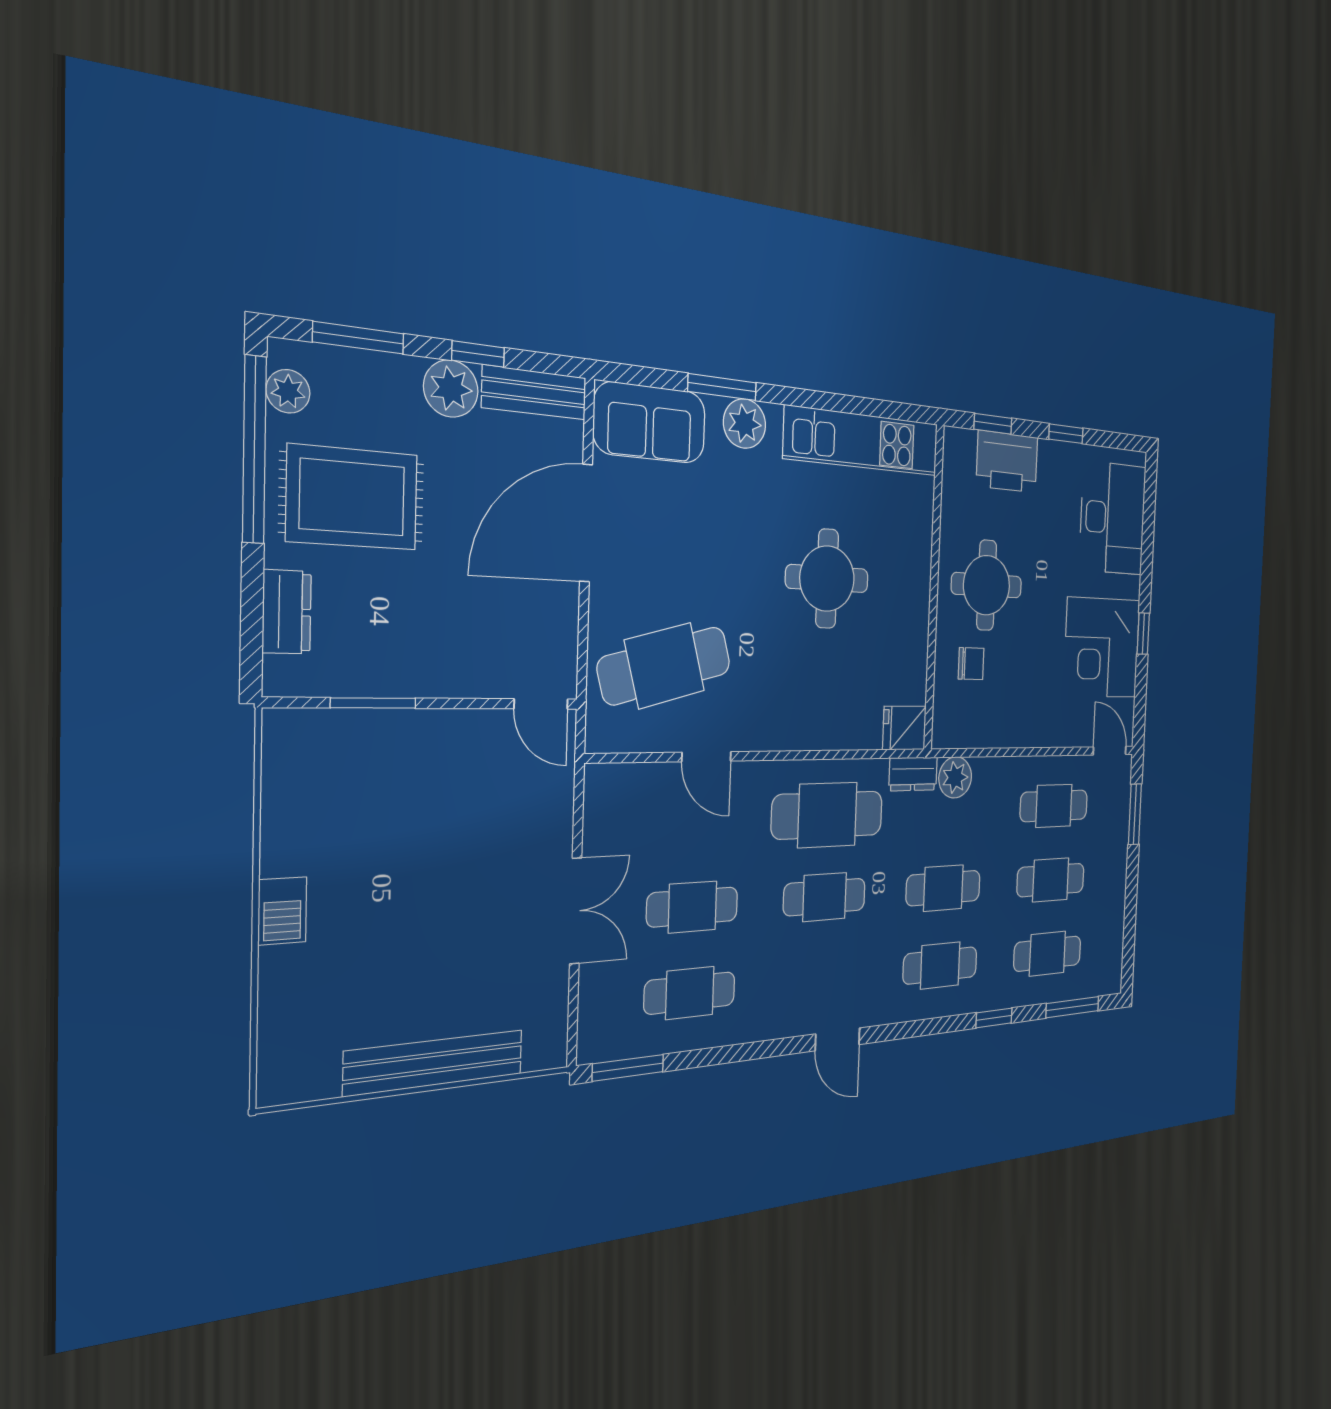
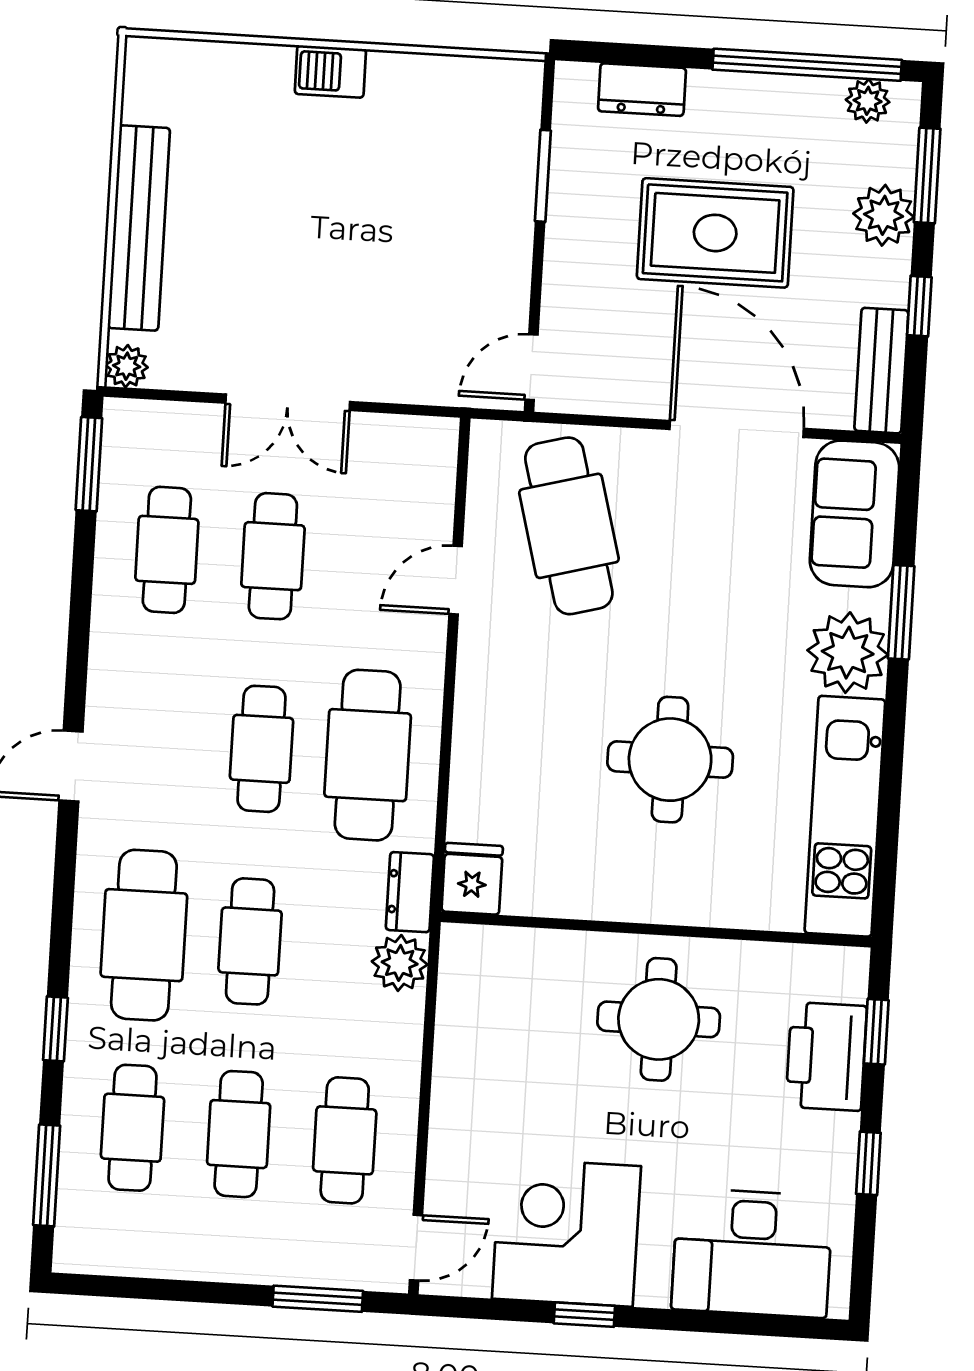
plant: (451, 389) -> (884, 215), moved
plant: (745, 424) -> (848, 653), width x1.36, depth x1.36
rug: (352, 497) -> (715, 233), moved, turned 90
chair: (971, 664) -> (553, 992), removed
cafe table: (940, 965) -> (144, 935), width x1.37, depth x1.35
plant: (551, 1052) -> (127, 366), added

